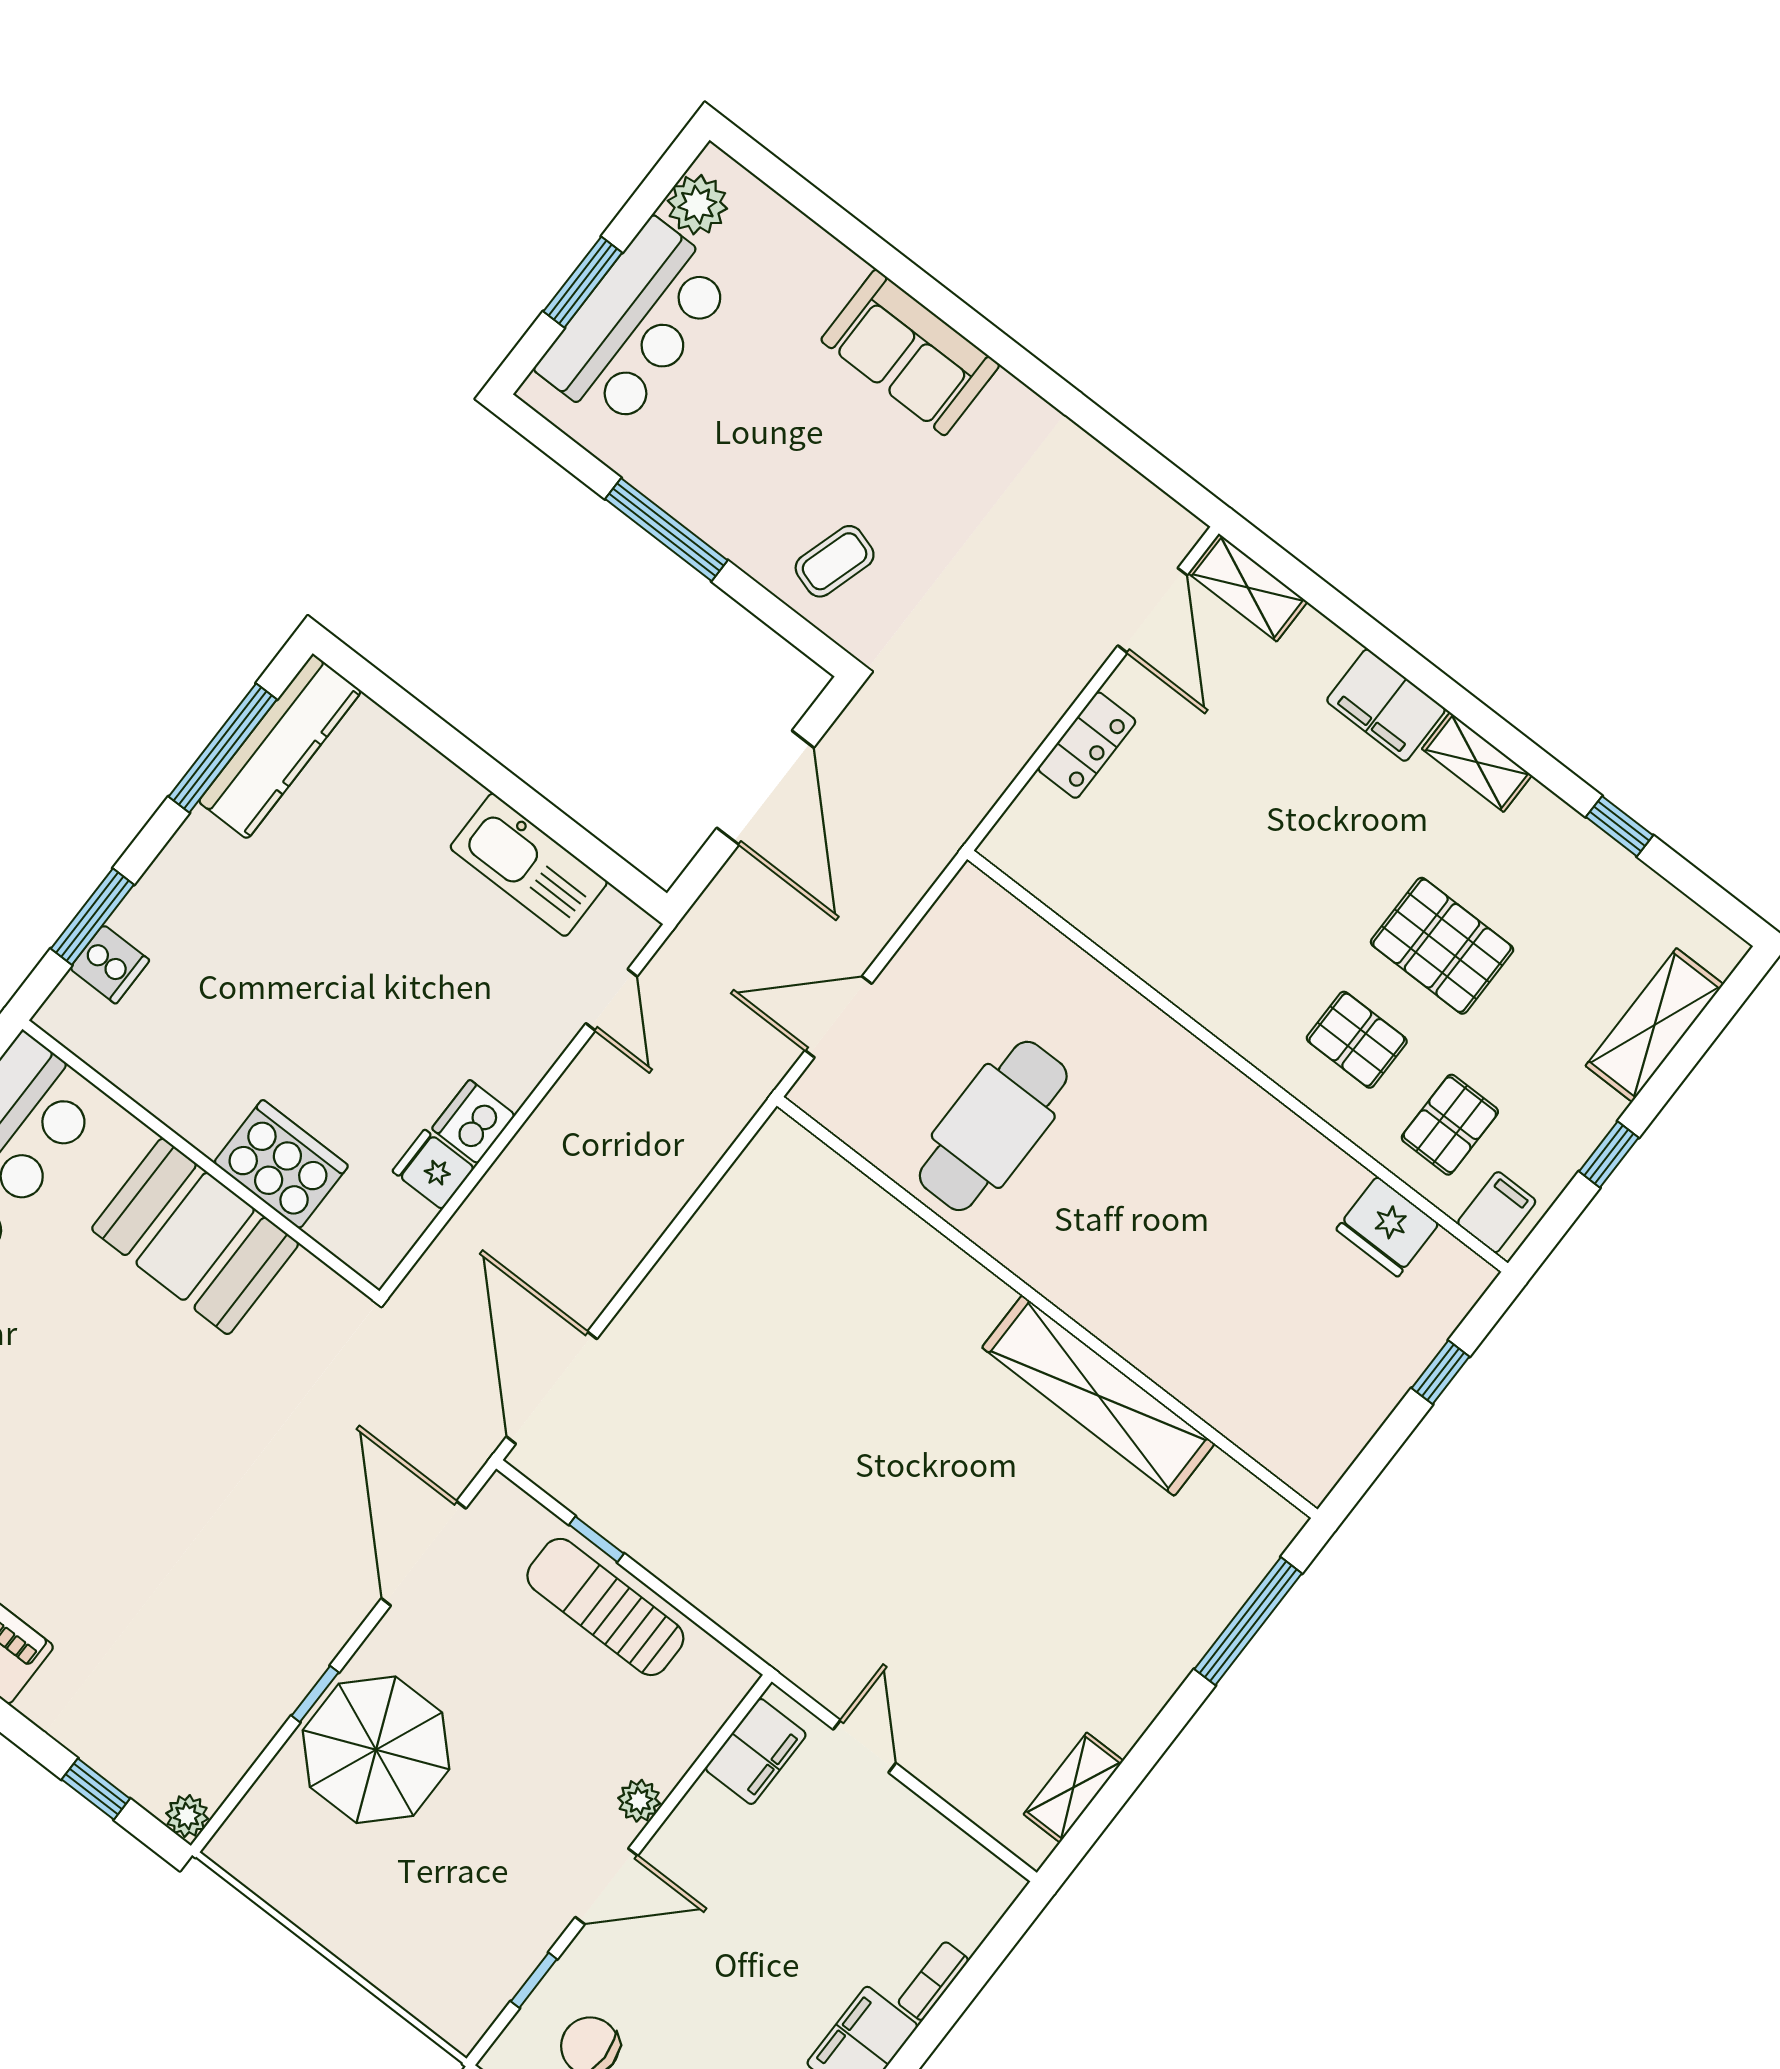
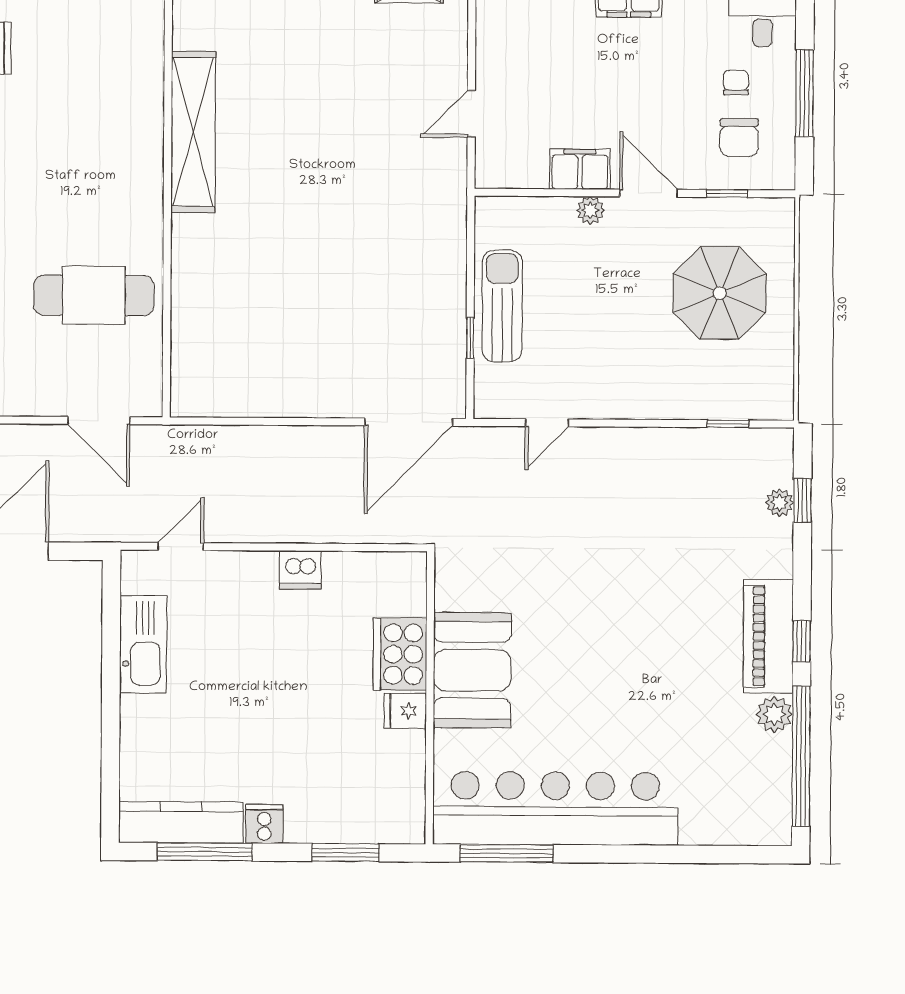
cooker: (110, 964) -> (264, 824), moved
fridge: (433, 1170) -> (405, 711), moved, turned 90
door: (424, 1553) -> (547, 423), width x0.53
sun lounger: (605, 1607) -> (502, 306), turned 180
window: (315, 1694) -> (728, 424), moved
parasol: (376, 1750) -> (720, 293), moved
filing cabinet: (756, 1751) -> (580, 169), moved
plant: (187, 1816) -> (780, 503), moved

